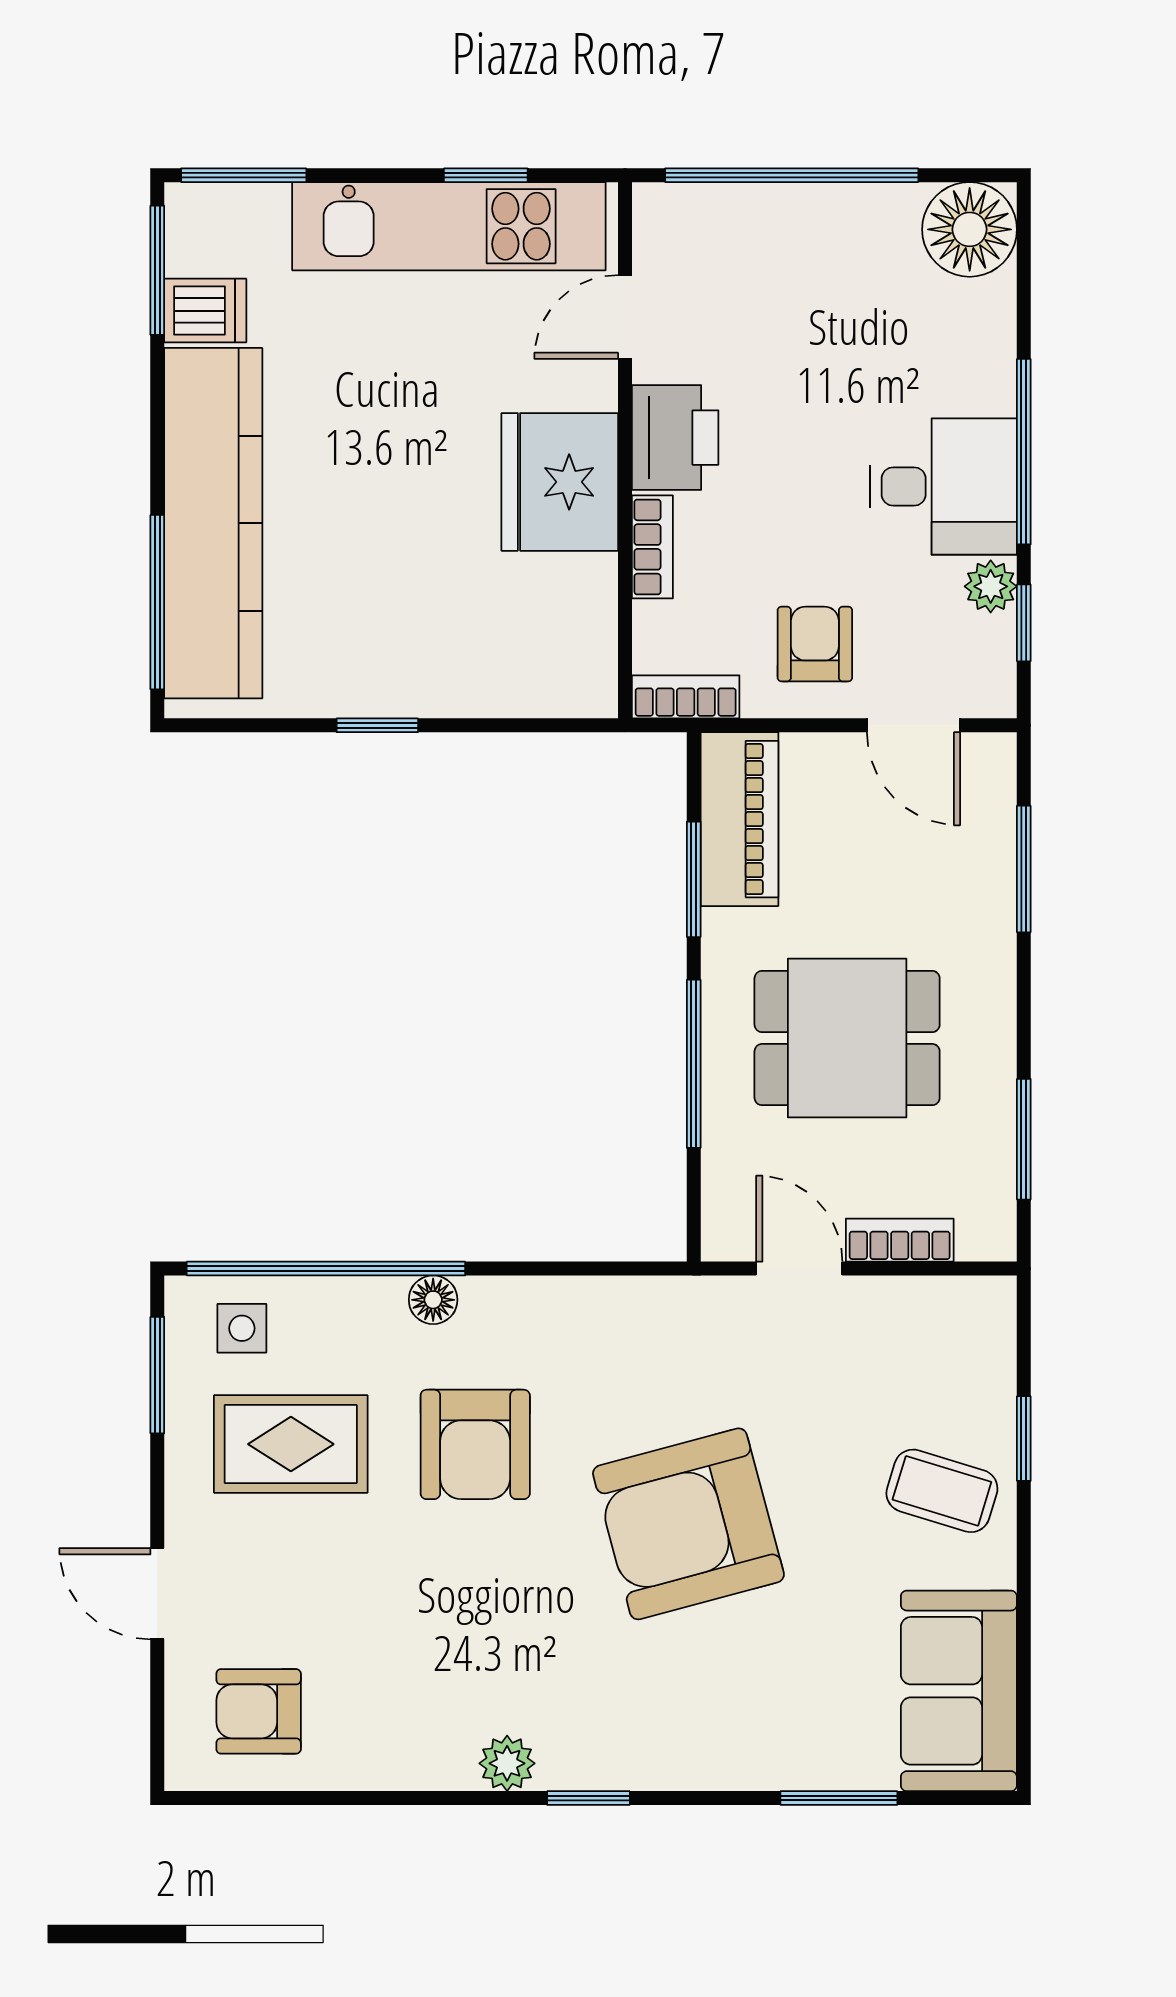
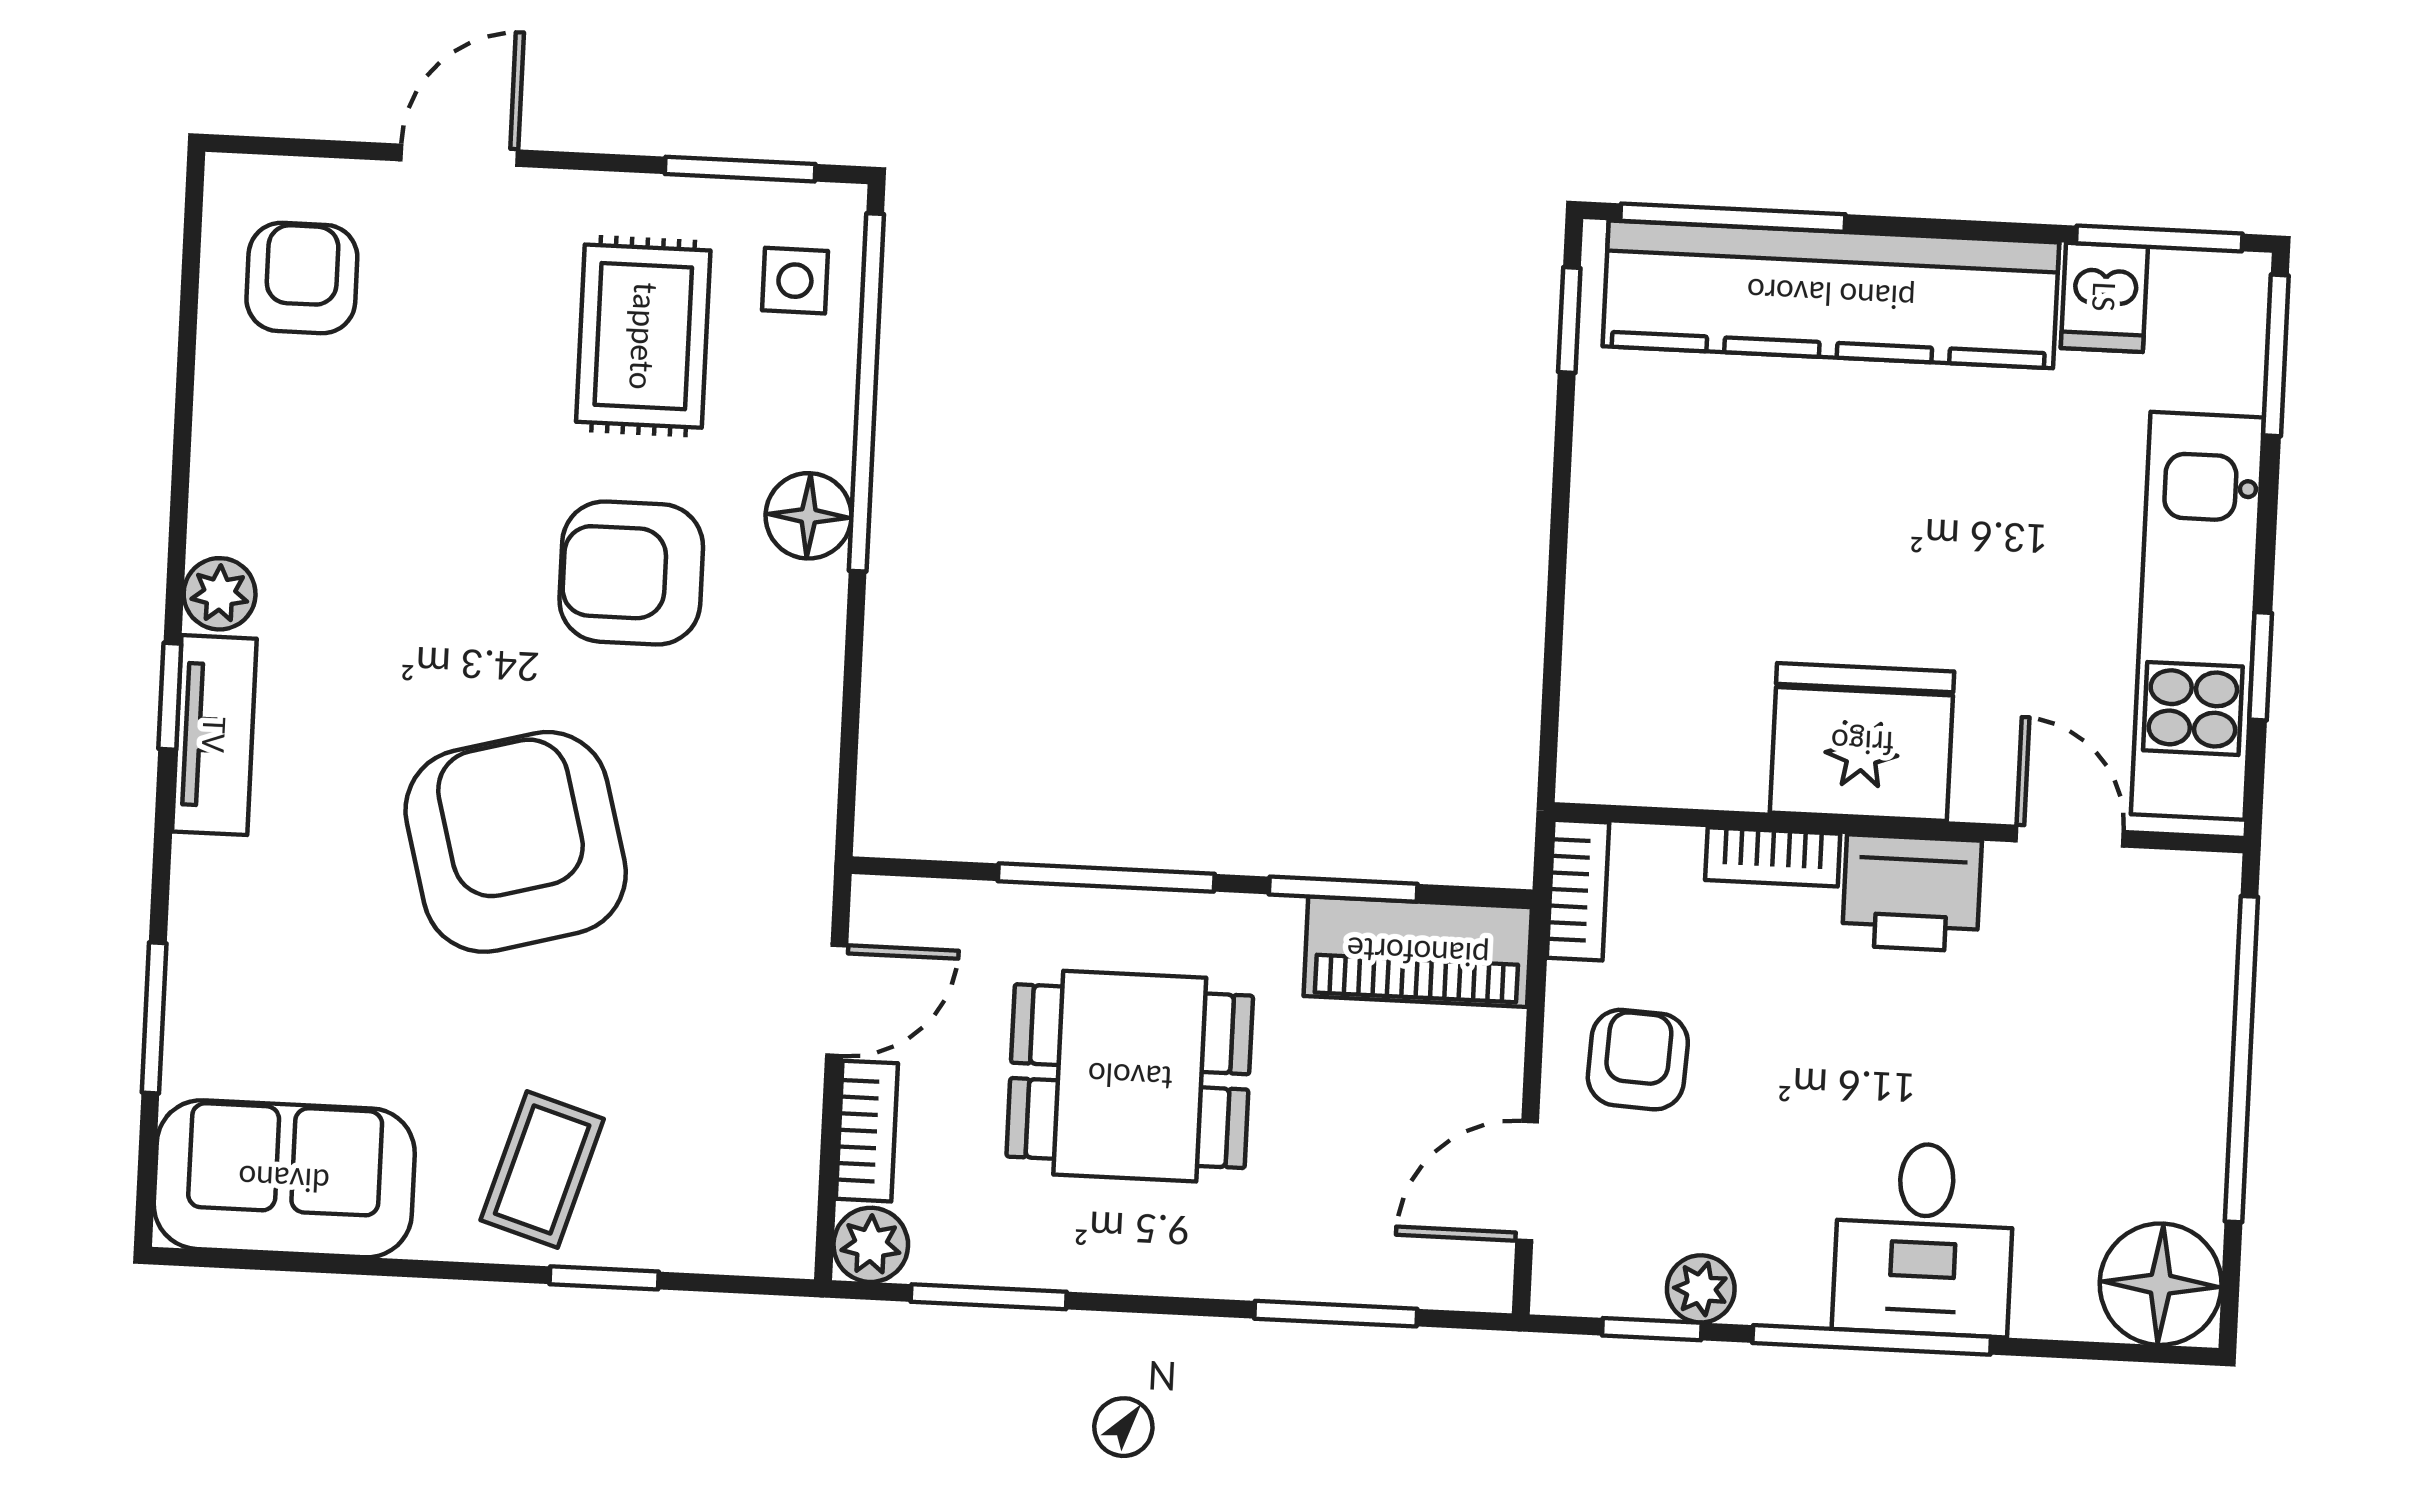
desk: (943, 486) -> (1924, 1239), moved
armchair: (815, 644) -> (1638, 1060), turned -87
window: (377, 725) -> (1569, 320), moved
dining table: (847, 1038) -> (1130, 1076), turned 90
plant: (988, 1233) -> (871, 1245), added
floor lamp: (433, 1300) -> (809, 516), width x1.37, depth x1.37
tv unit: (617, 1762) -> (214, 735), added

